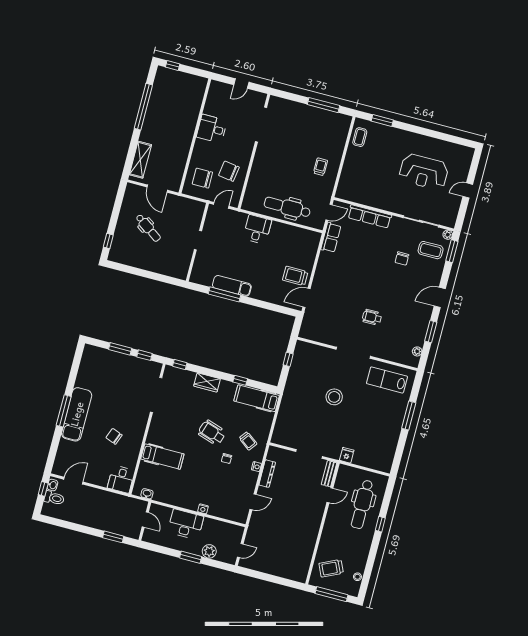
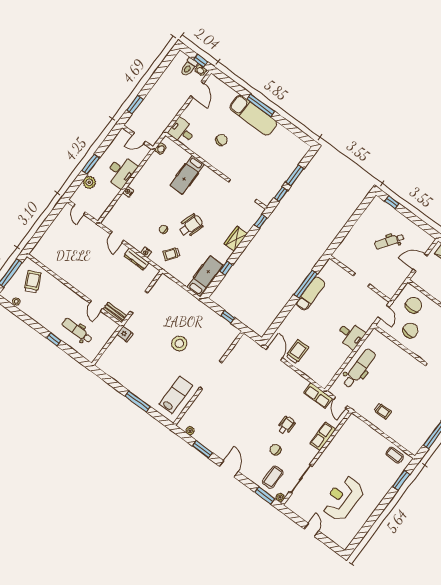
row of seats: (370, 216) -> (323, 436), width x0.68
wheelchair: (372, 317) -> (286, 425), moved
dental chair: (362, 504) -> (77, 331), width x0.73, depth x0.72

